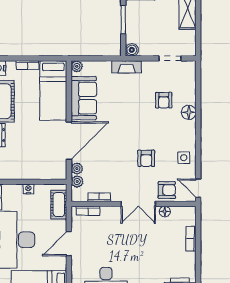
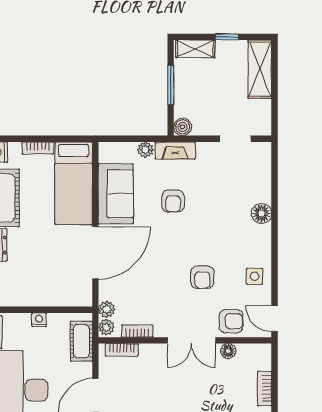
plant: (77, 66) -> (145, 150), moved
armchair: (164, 100) -> (173, 201), moved
plant: (77, 169) -> (106, 327), moved

